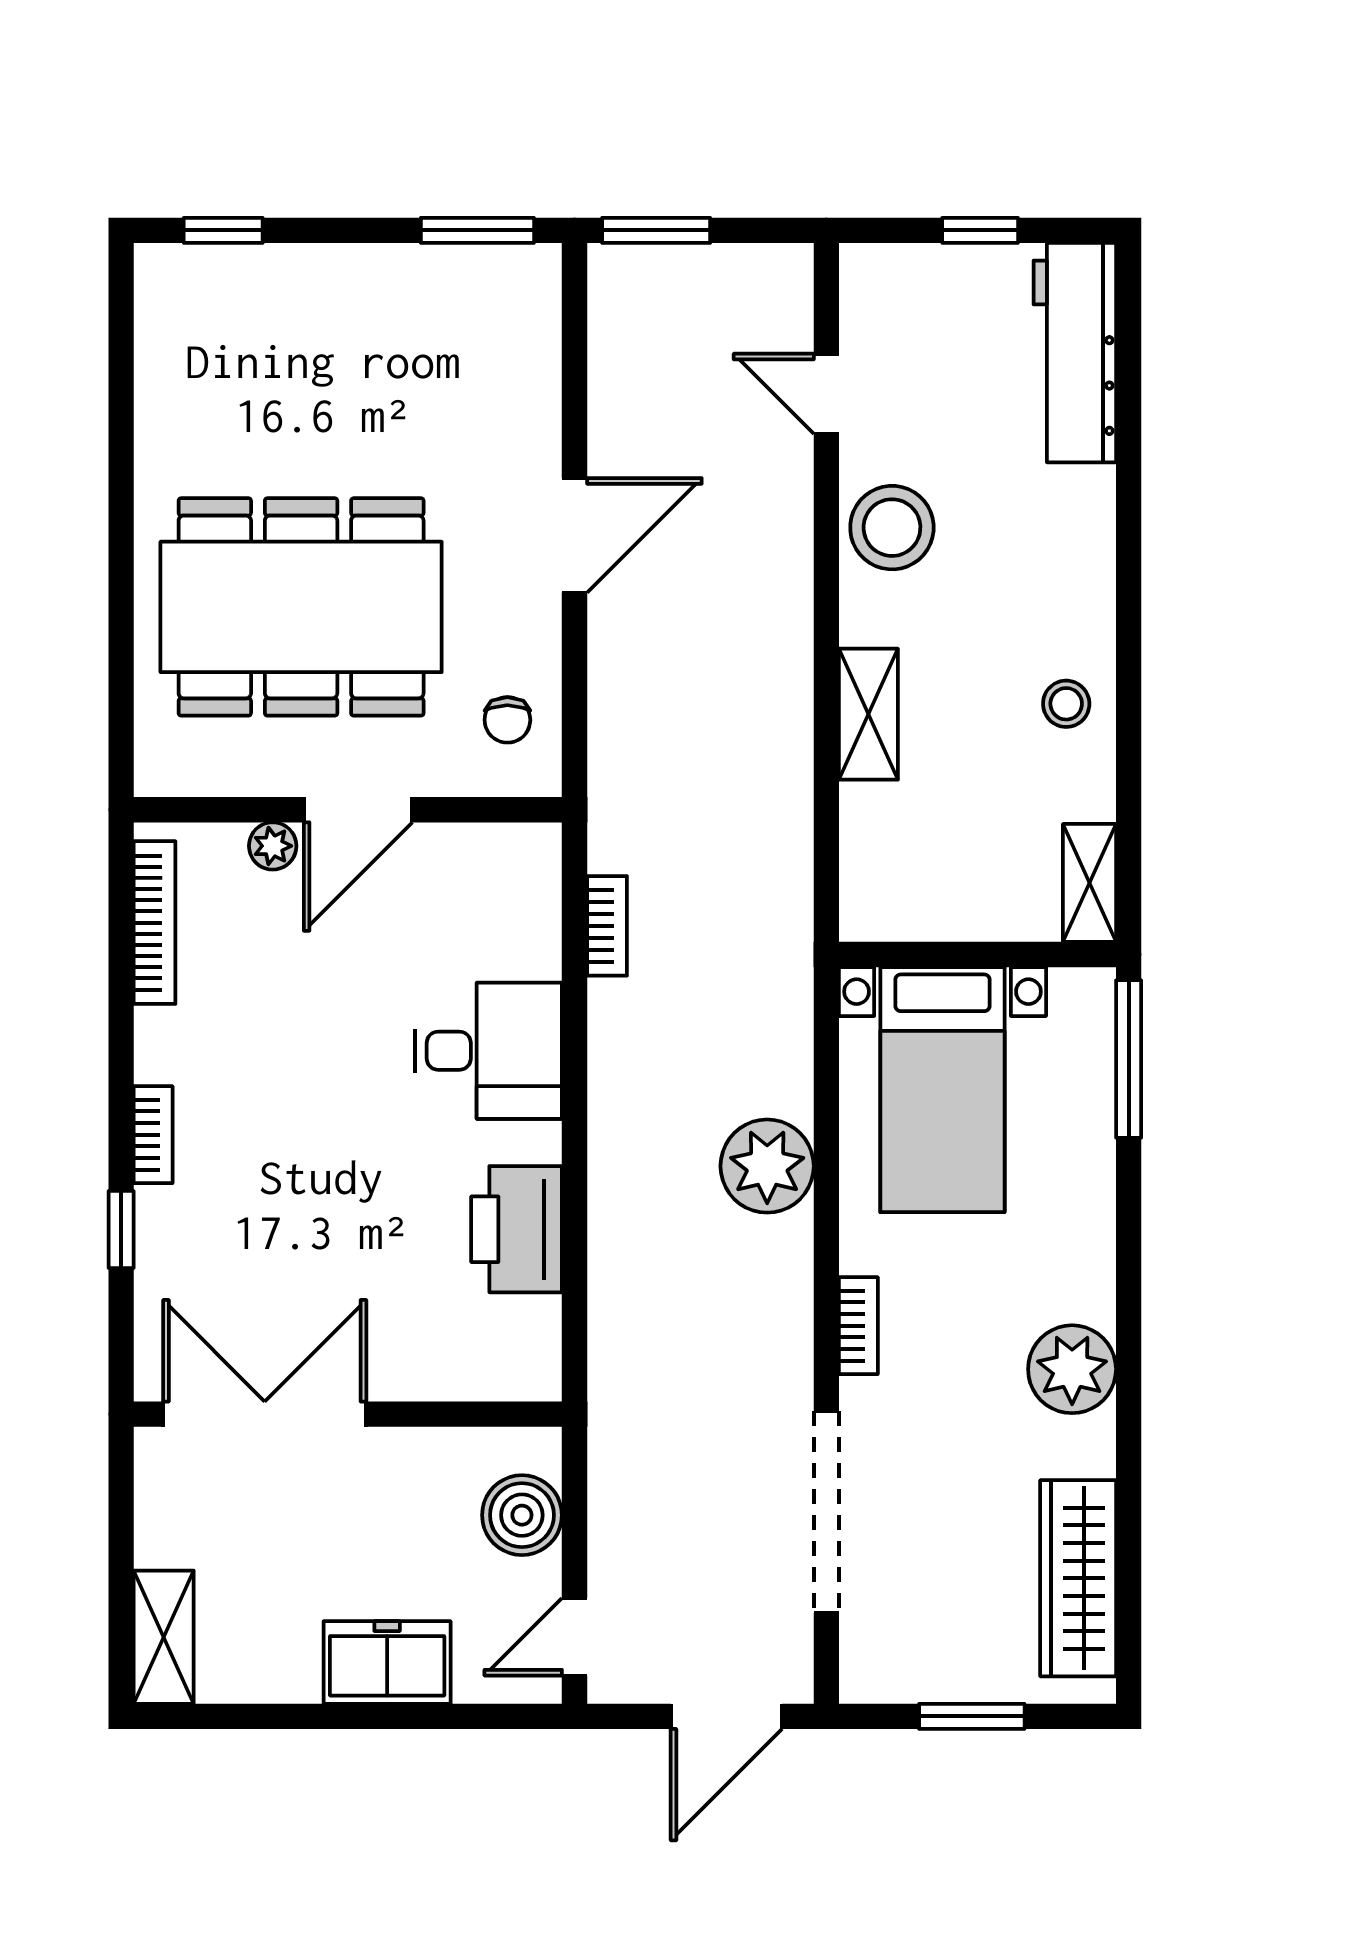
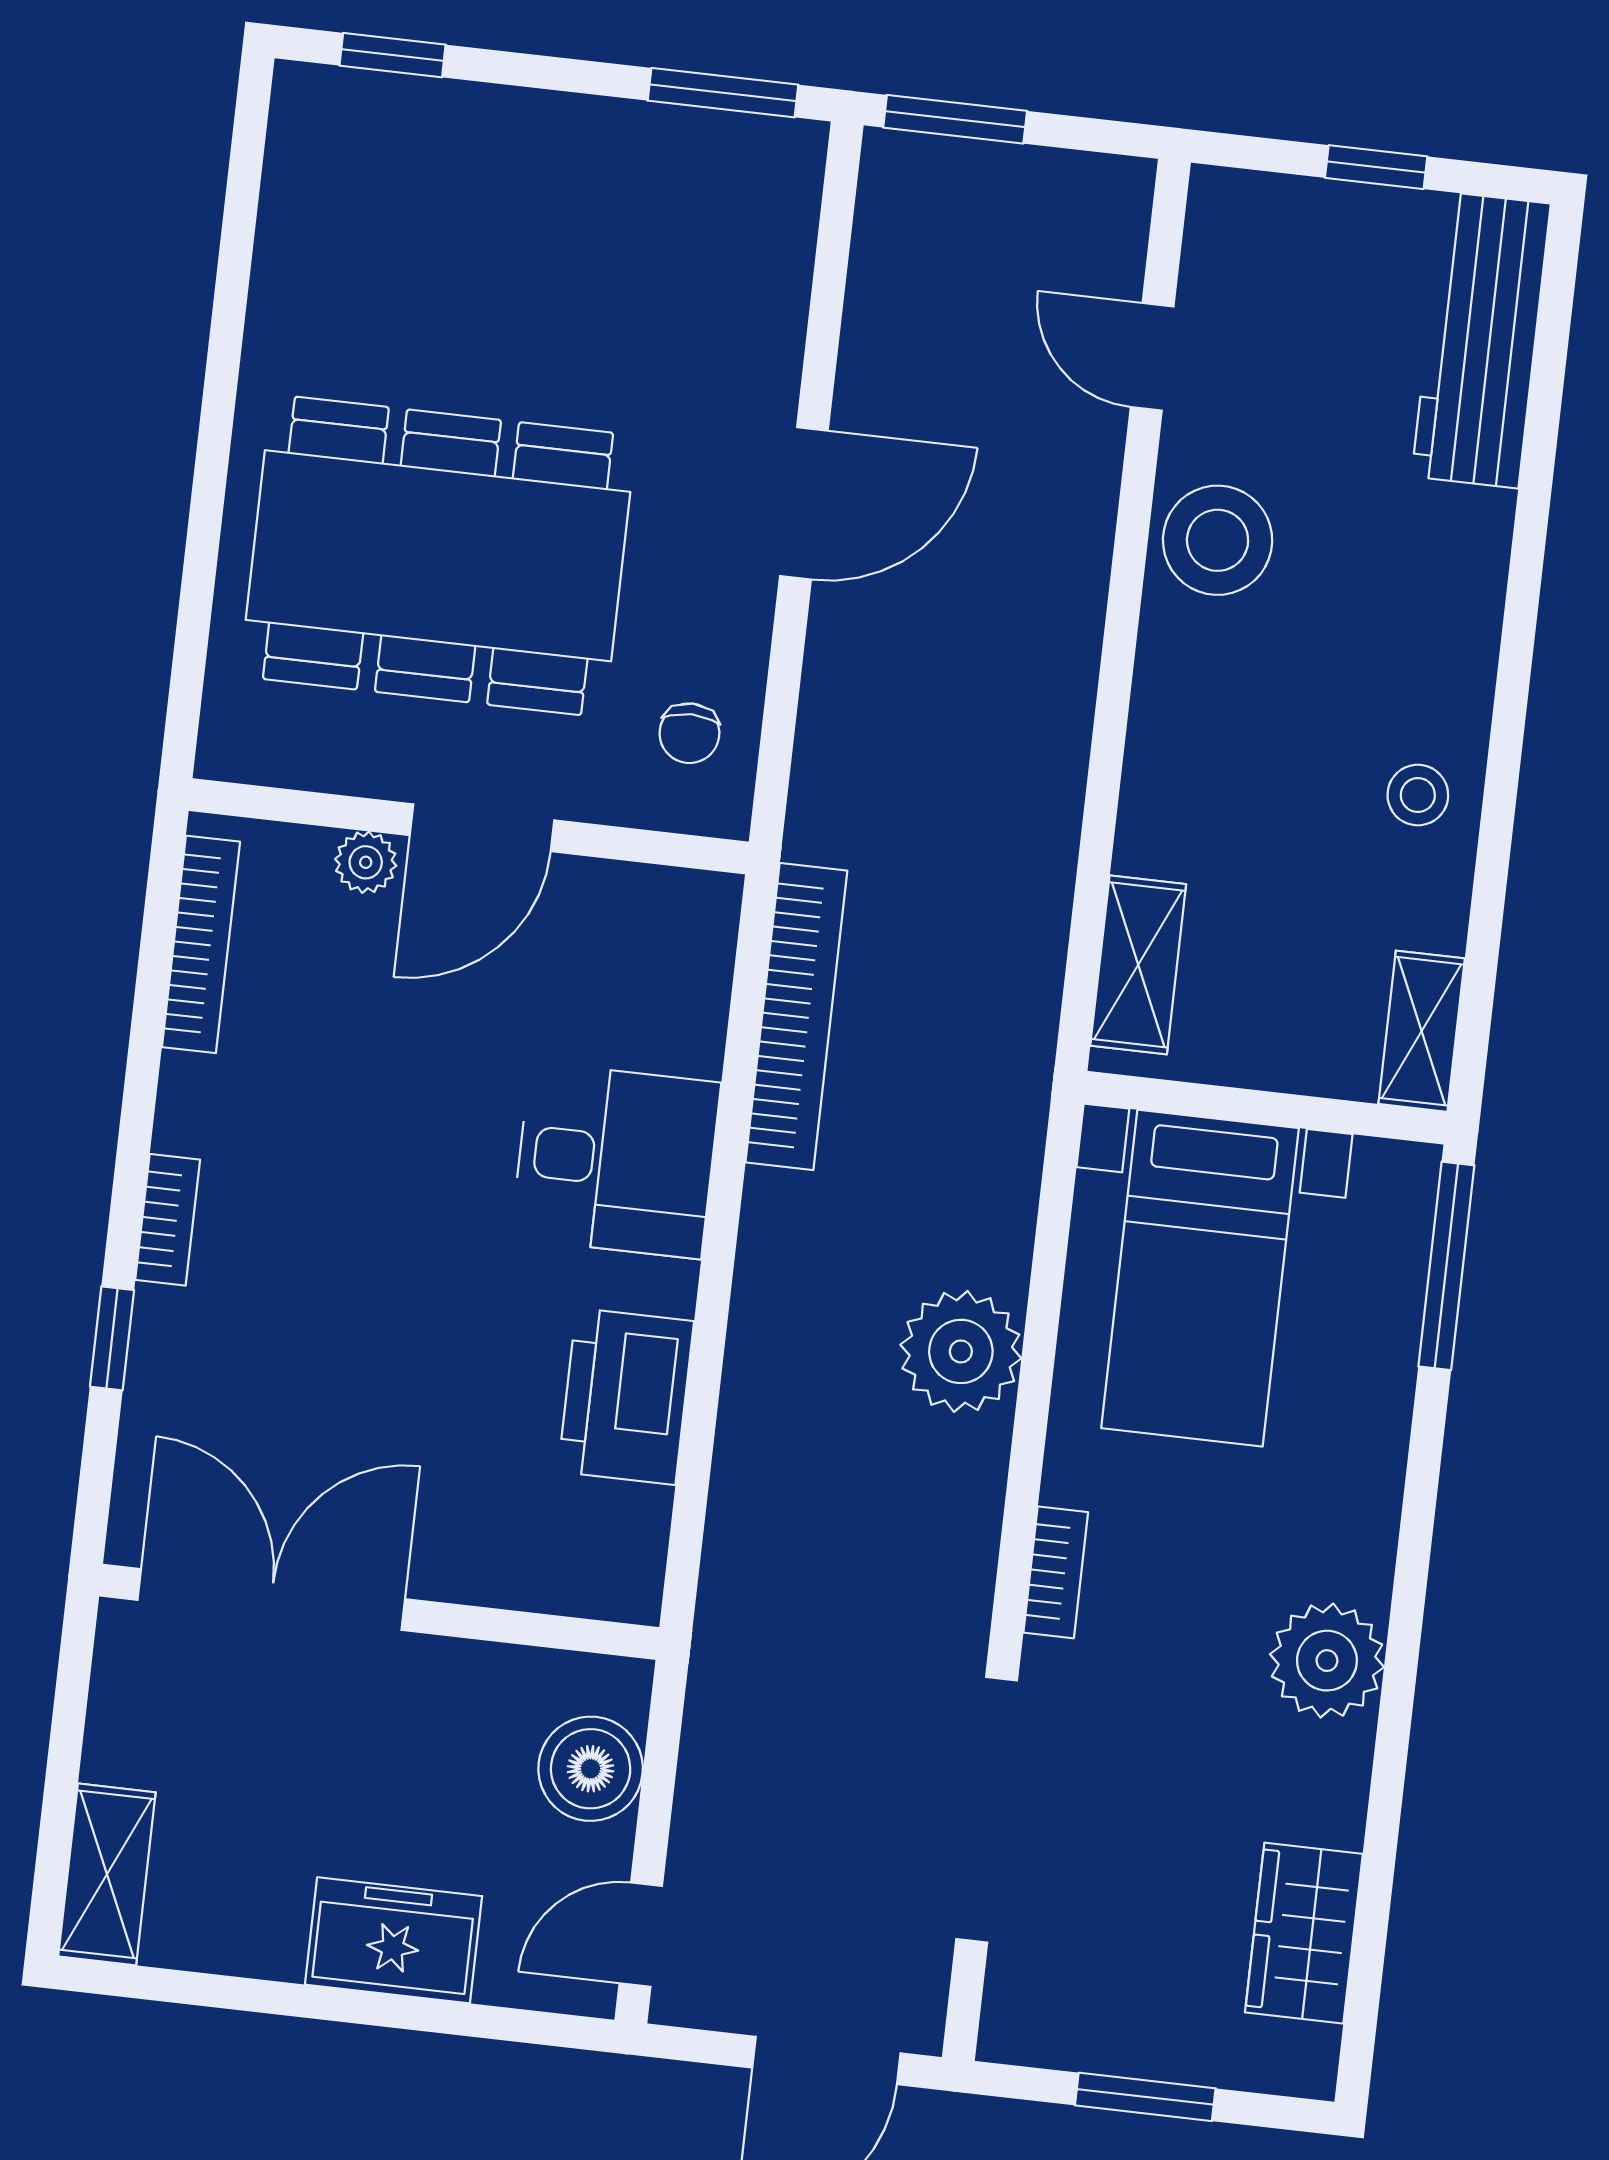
shelving: (868, 714) -> (1138, 965), moved
bookcase: (607, 926) -> (796, 1017), width x2.31, depth x1.31
wardrobe: (1078, 1578) -> (1304, 1933), width x0.67

